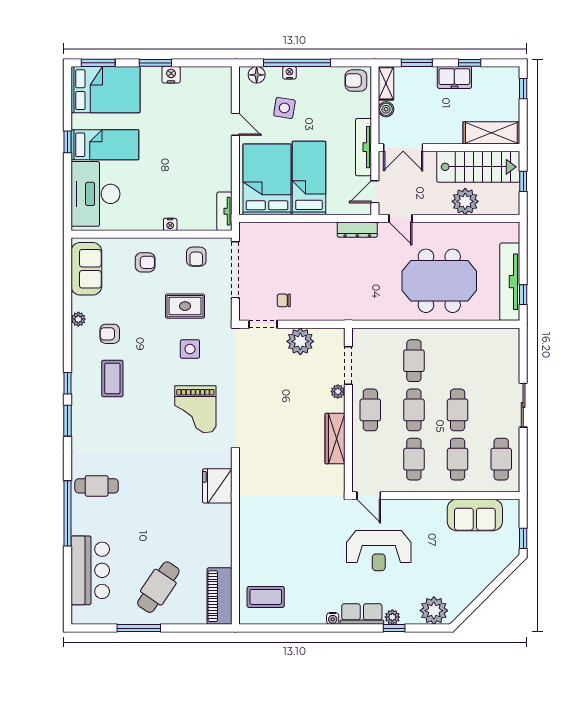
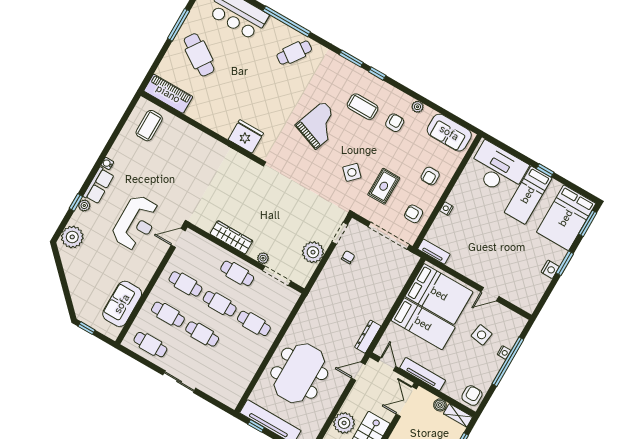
floor lamp: (257, 75) -> (516, 329), removed
side table: (190, 349) -> (352, 172), turned 45
grand piano: (195, 409) -> (320, 125), moved, turned 110
cafe table: (97, 486) -> (294, 53), turned 35
reception desk: (379, 551) -> (136, 223), turned 180

